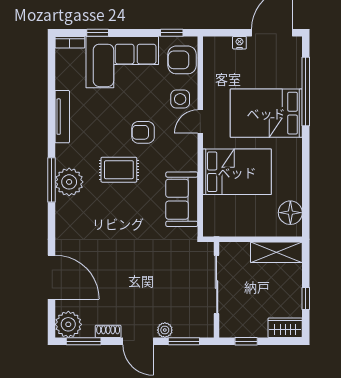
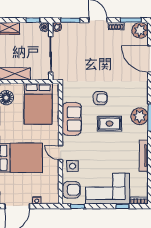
door: (200, 121) -> (60, 153), swing flipped
armchair: (143, 132) -> (100, 98), moved
bed: (237, 172) -> (38, 104), moved, turned -90
sofa: (182, 199) -> (72, 119), moved
plant: (165, 330) -> (57, 27), moved
boiler: (227, 330) -> (45, 27), added

